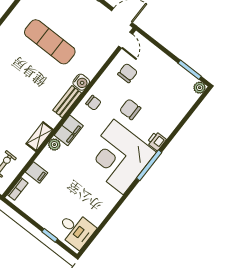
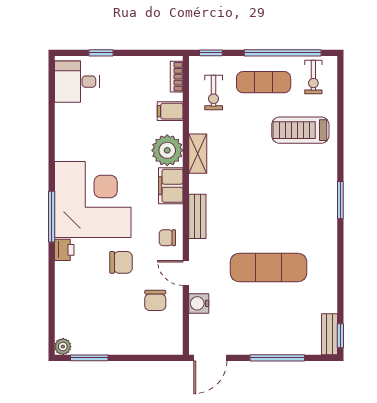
door: (126, 40) -> (186, 273), moved
water cooler: (81, 82) -> (199, 303), moved
plant: (54, 145) -> (167, 150), width x1.87, depth x1.87

